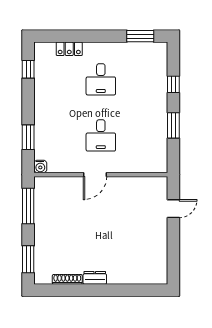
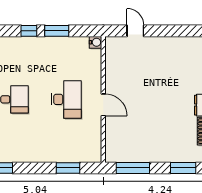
window: (173, 84) -> (29, 31), moved
desk: (101, 135) -> (66, 99), width x1.37
water cooler: (40, 166) -> (96, 42), moved

